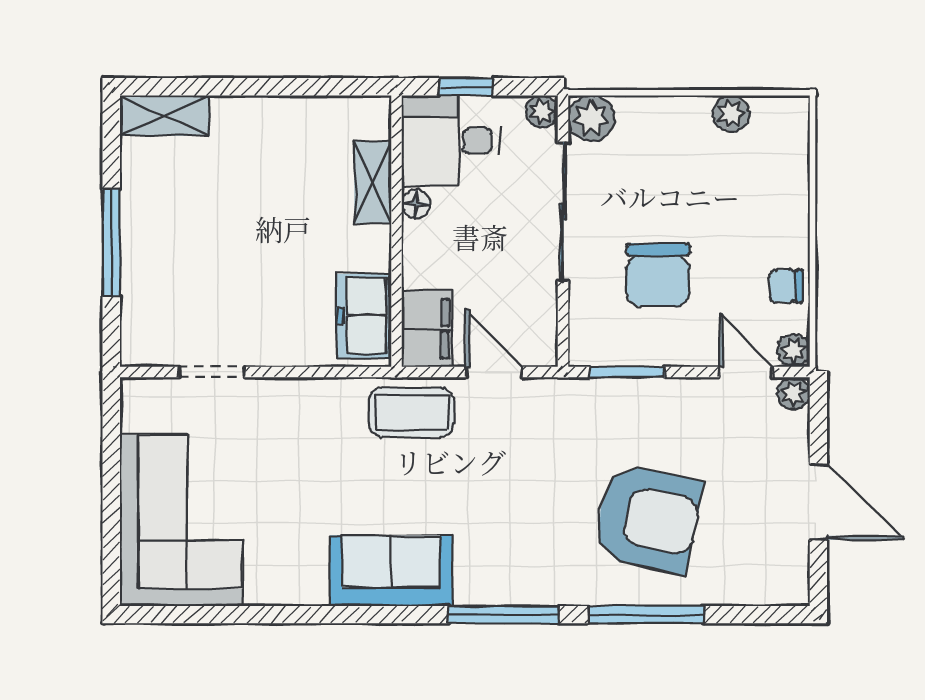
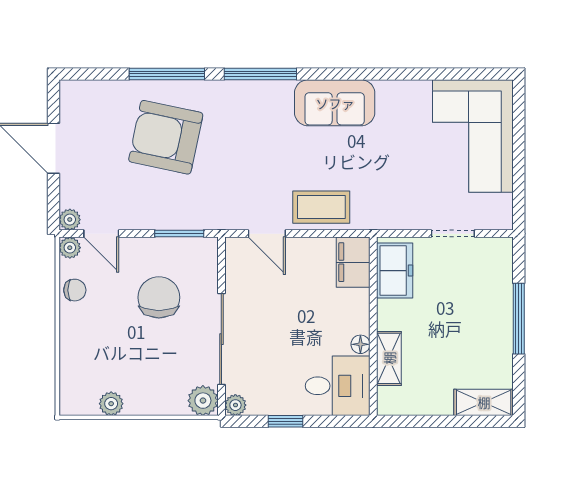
desk: (451, 141) -> (338, 386), moved
shelving: (373, 182) -> (389, 358), moved
floor lamp: (416, 204) -> (360, 344), moved
wall: (397, 231) -> (373, 326), moved
freezer: (364, 316) -> (395, 271), moved
filing cabinet: (427, 329) -> (353, 262), moved

